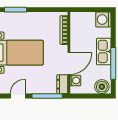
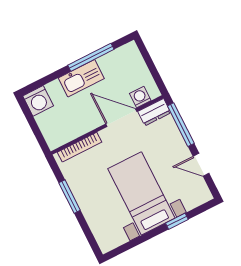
window: (15, 10) -> (70, 197), moved
boiler: (102, 87) -> (130, 57), removed

